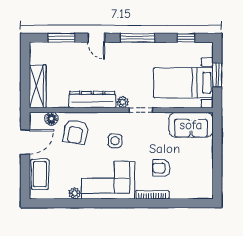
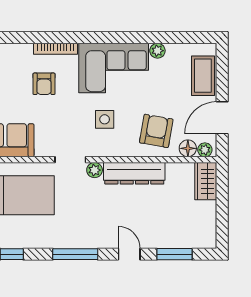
wardrobe: (38, 86) -> (206, 181), width x0.67
plant: (38, 118) -> (205, 150), added
armchair: (161, 168) -> (44, 84), turned 90

